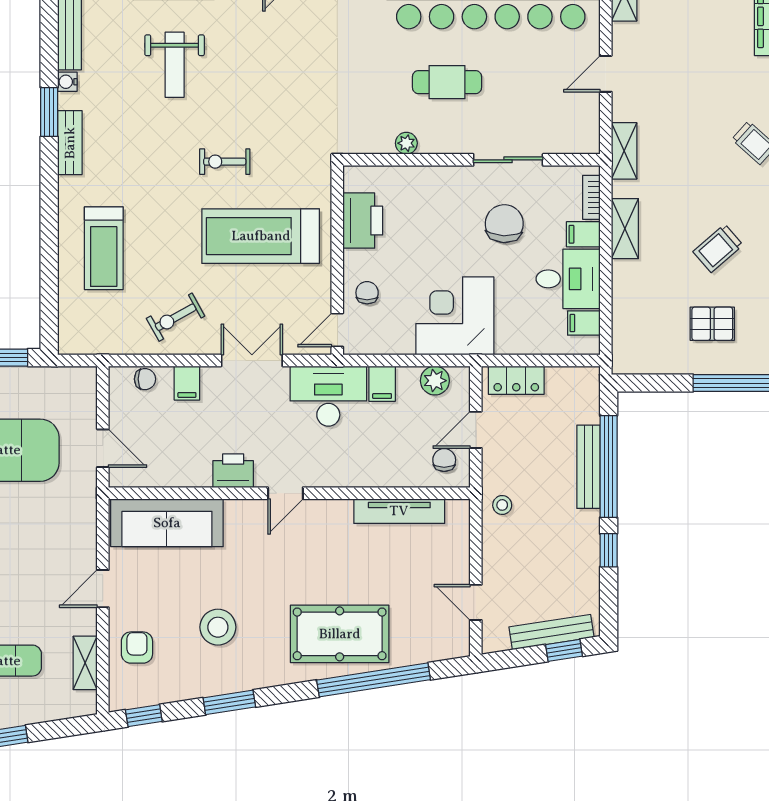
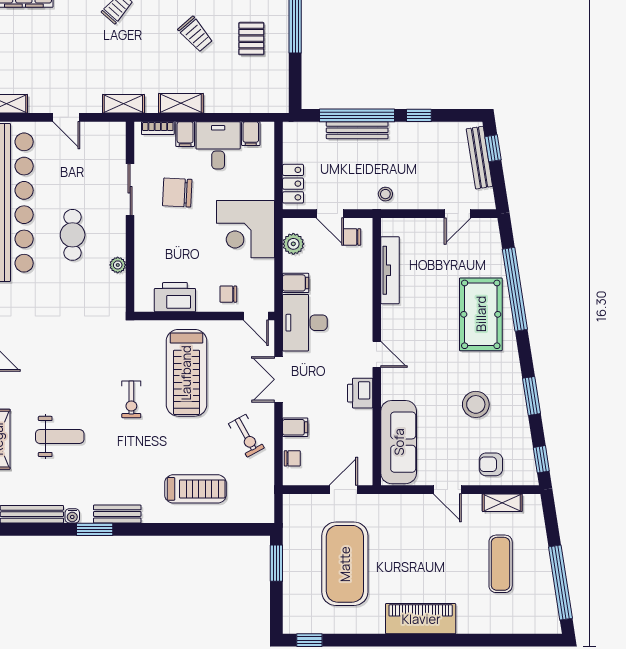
chair: (145, 379) -> (292, 458), turned 90

